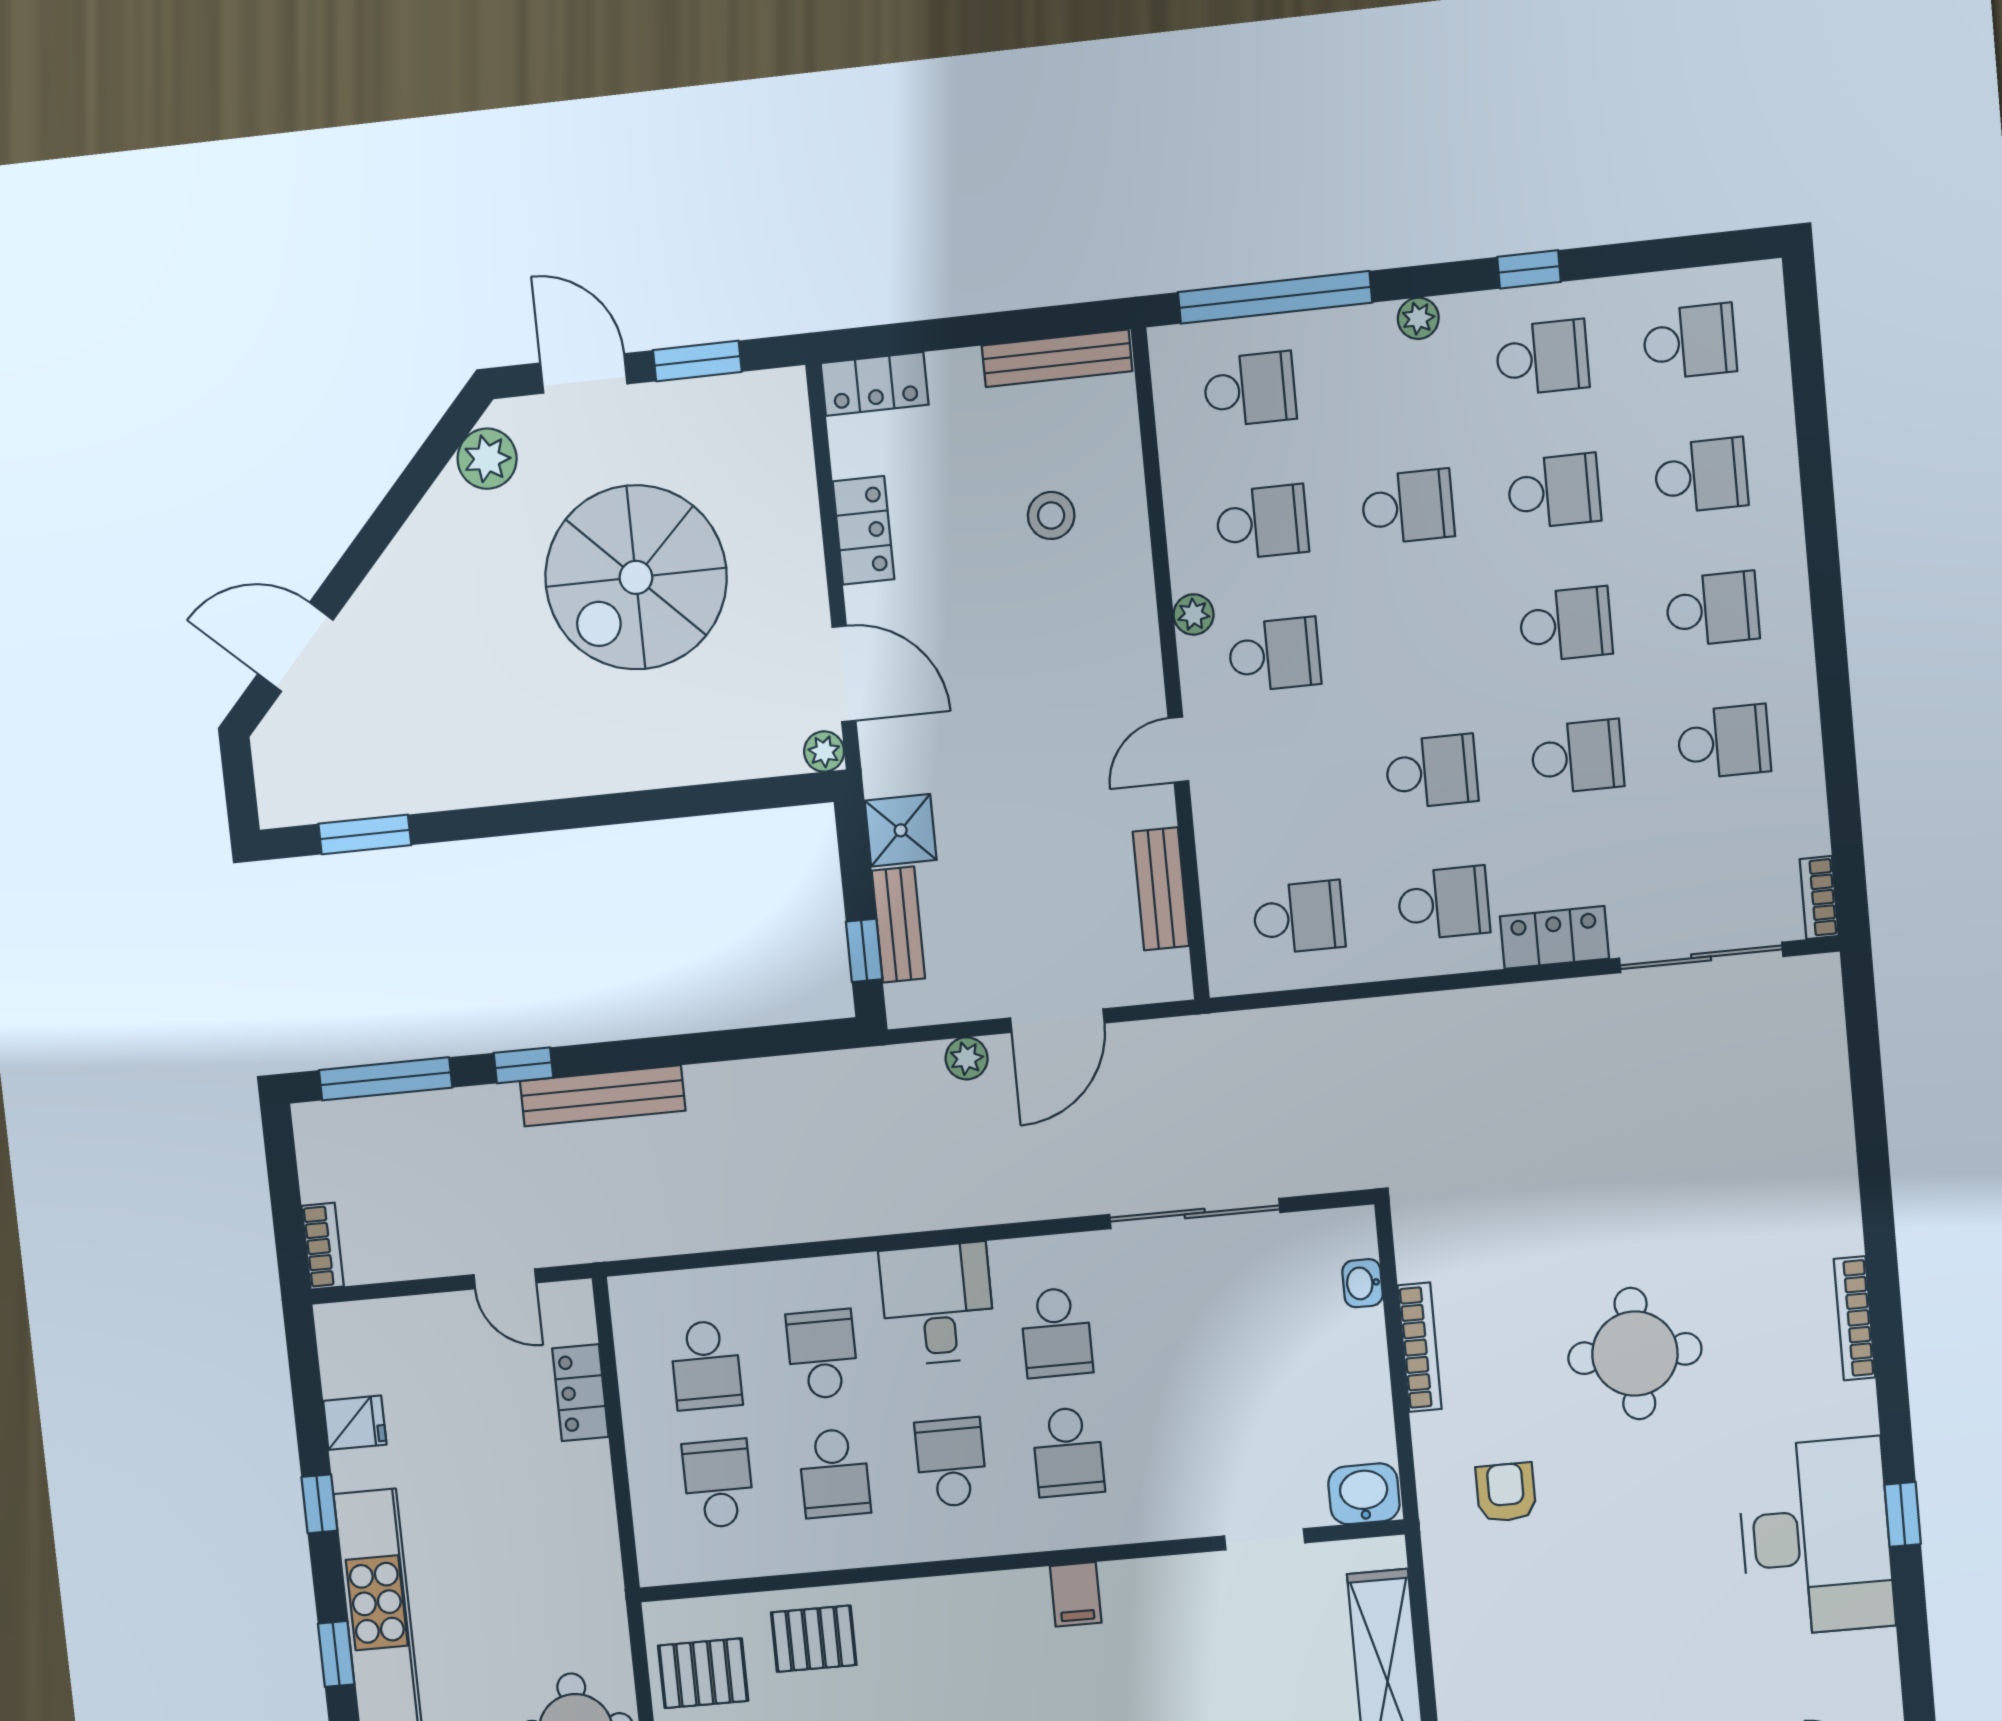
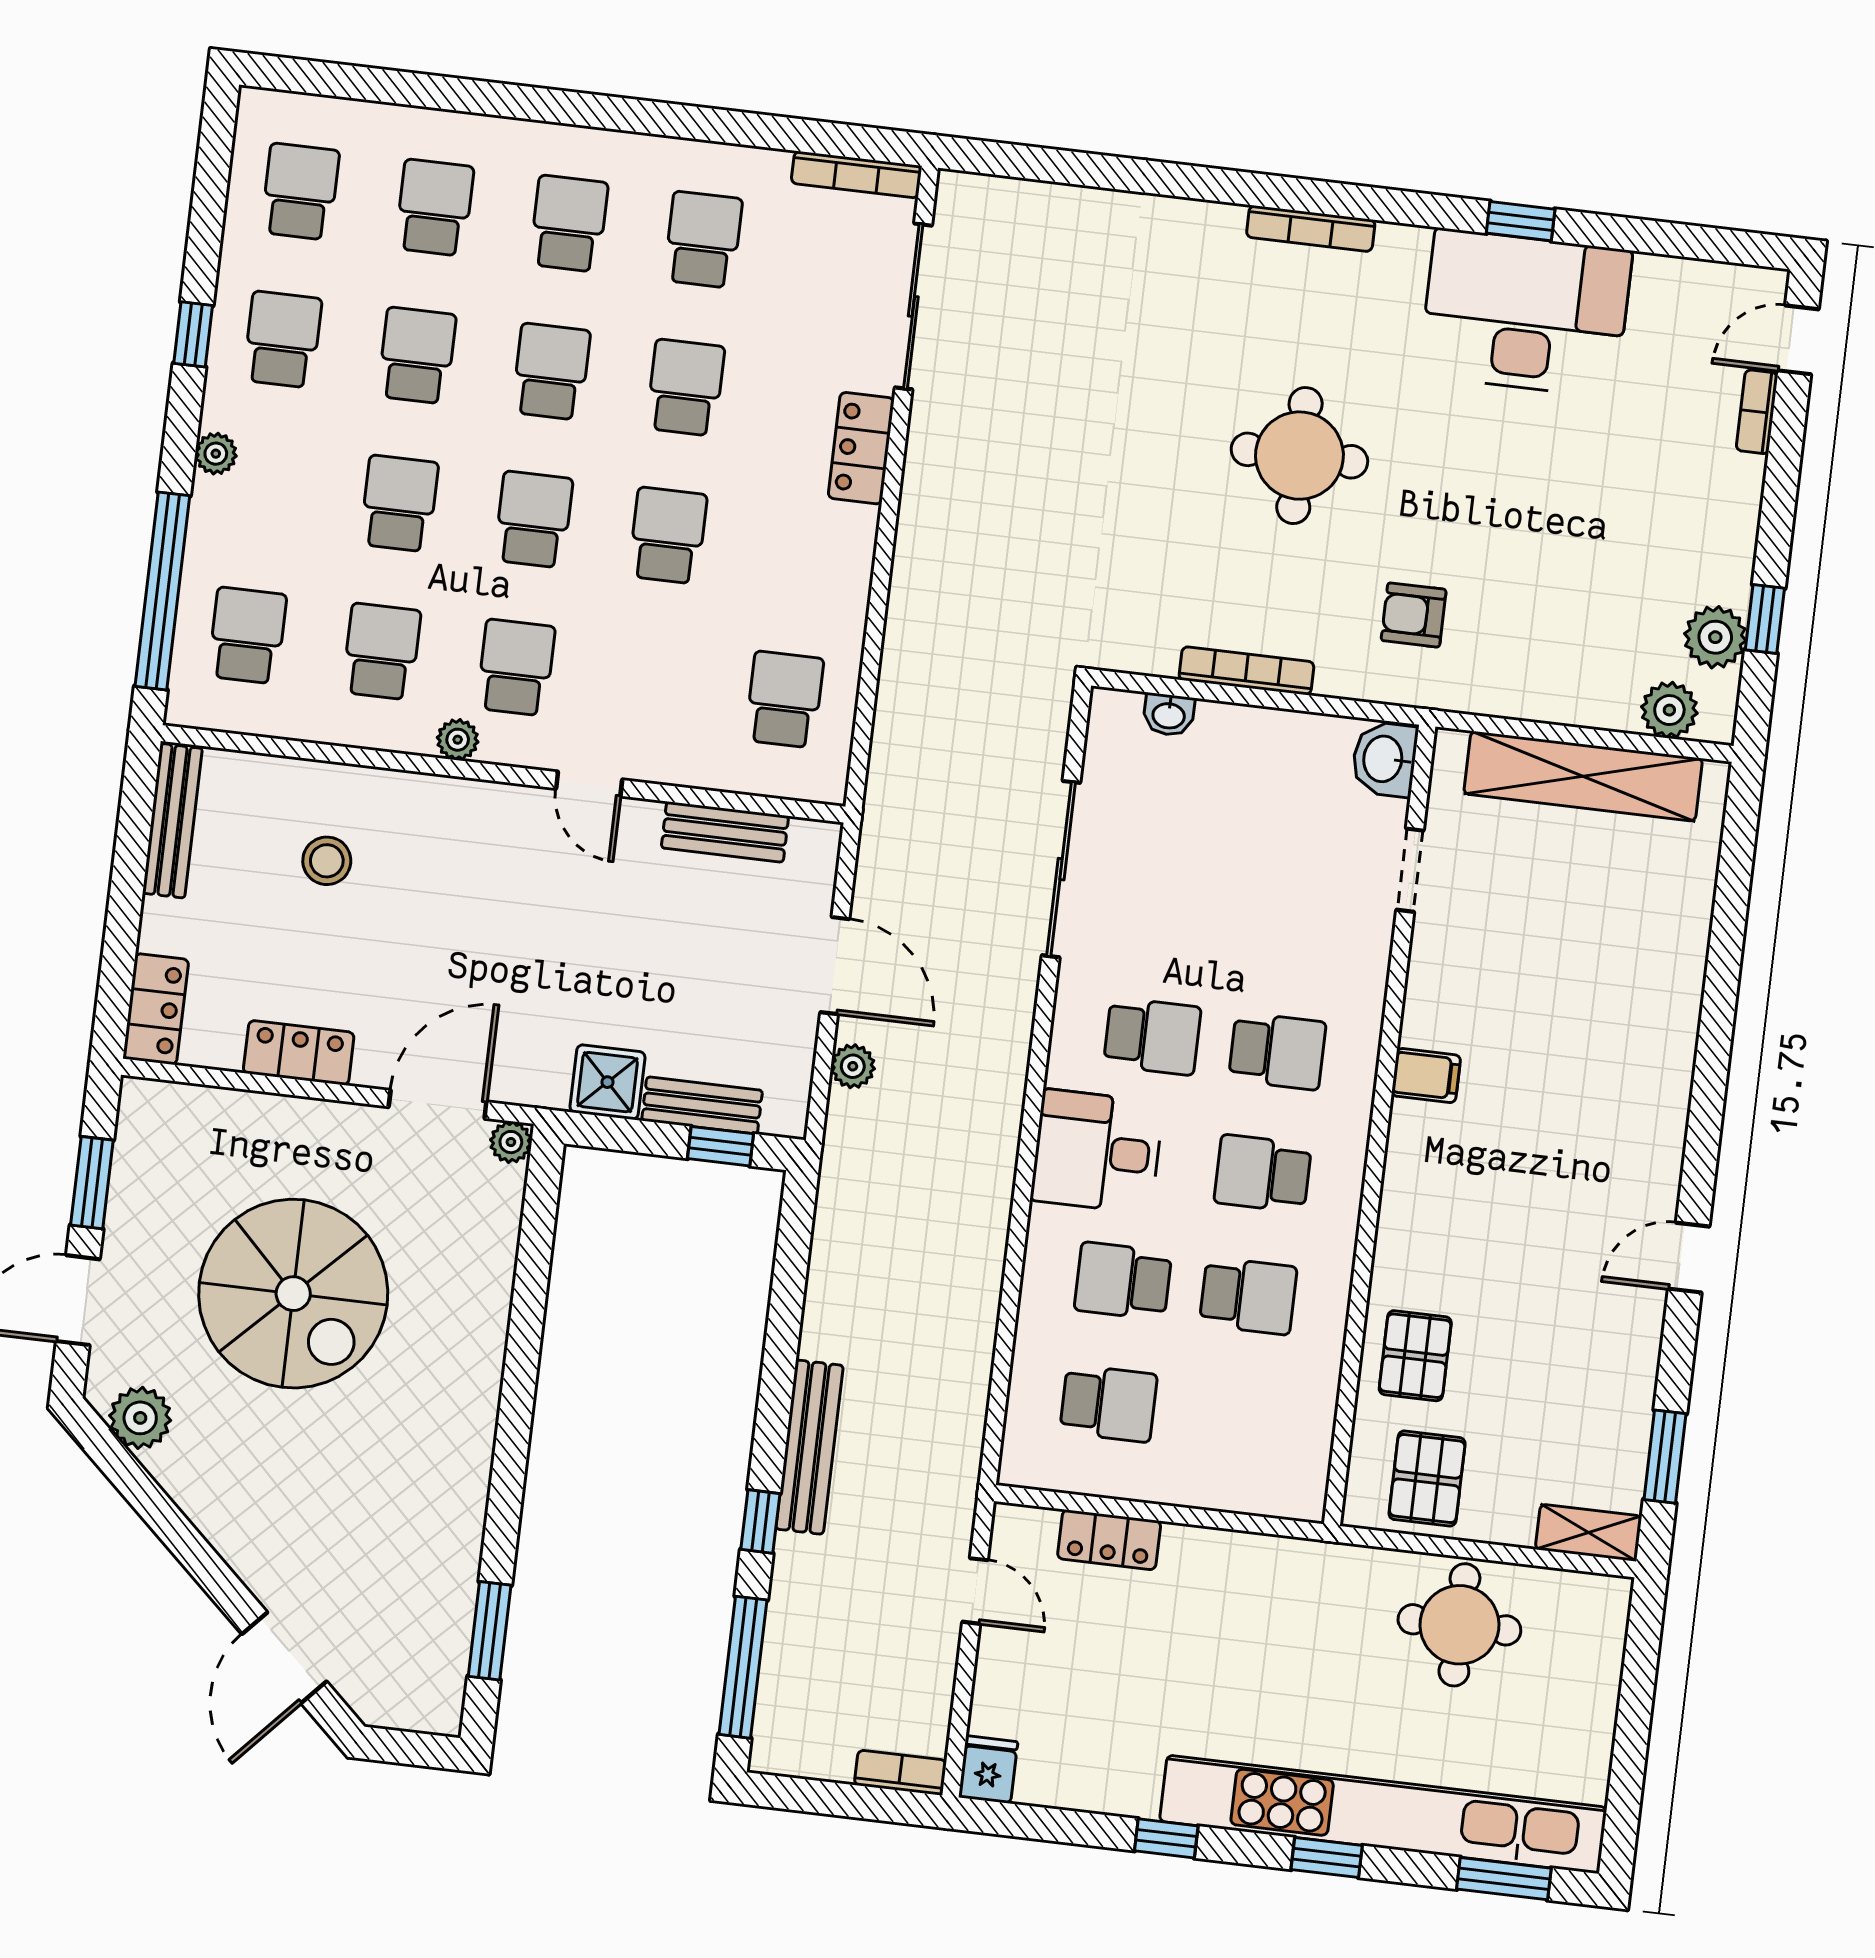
bookcase: (1819, 898) -> (856, 175), width x1.56
school desk: (1444, 903) -> (533, 520), moved
door: (505, 1279) -> (975, 1591), hinge flipped
fridge: (355, 1423) -> (988, 1770), moved
school desk: (718, 1484) -> (1234, 1418), removed

